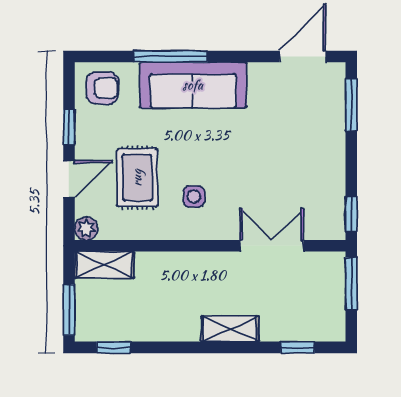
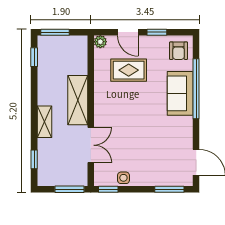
window: (171, 57) -> (196, 89), width x1.46
sofa: (193, 85) -> (180, 93), width x0.73
side table: (194, 196) -> (123, 178), moved
shelving: (104, 265) -> (78, 100), moved, width x1.50, depth x1.33

